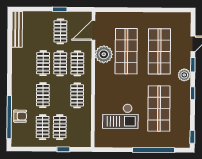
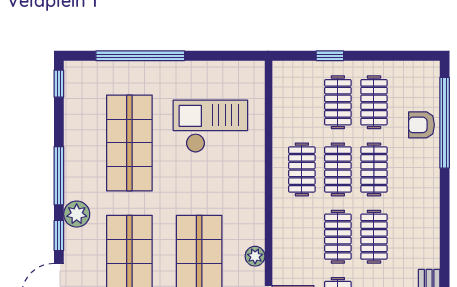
plant: (104, 54) -> (255, 256), width x0.53, depth x0.53
clothes rail: (77, 63) -> (338, 169), moved
window: (193, 93) -> (59, 176), width x2.17

